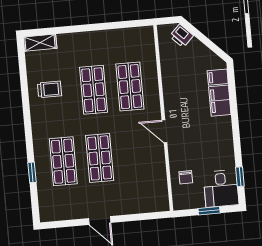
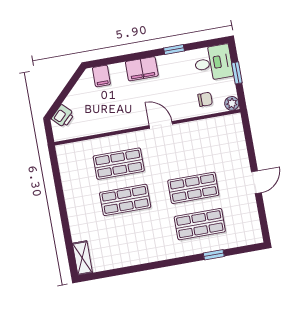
trolley: (49, 89) -> (129, 244), removed
filing cabinet: (220, 101) -> (142, 69), moved
door: (164, 131) -> (161, 125), swing flipped
window: (240, 177) -> (174, 49), moved
plant: (179, 203) -> (232, 103), added

